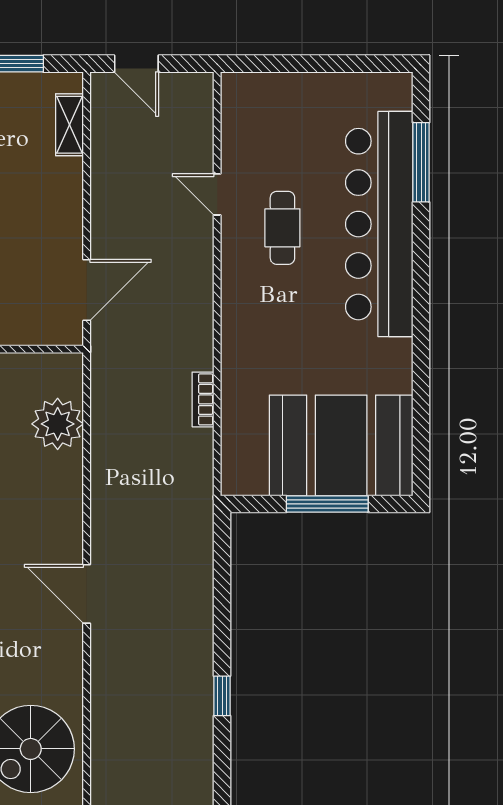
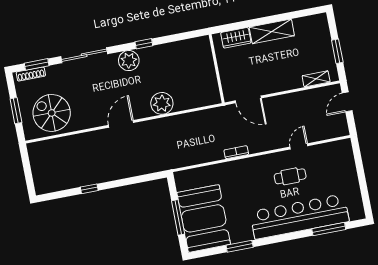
window: (421, 375) -> (240, 246), added
bookcase: (203, 399) -> (236, 152), moved
plant: (58, 424) -> (162, 103), moved

